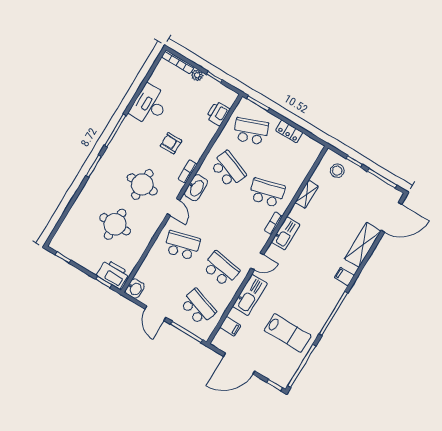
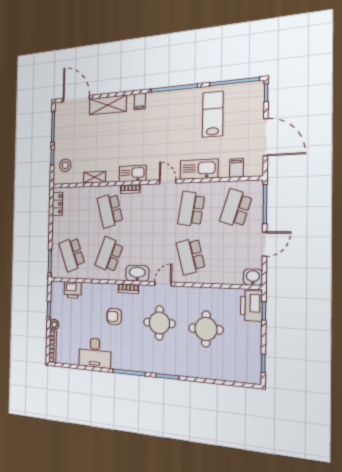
locker: (289, 131) -> (57, 204), moved
armchair: (171, 143) -> (114, 316), turned 90

